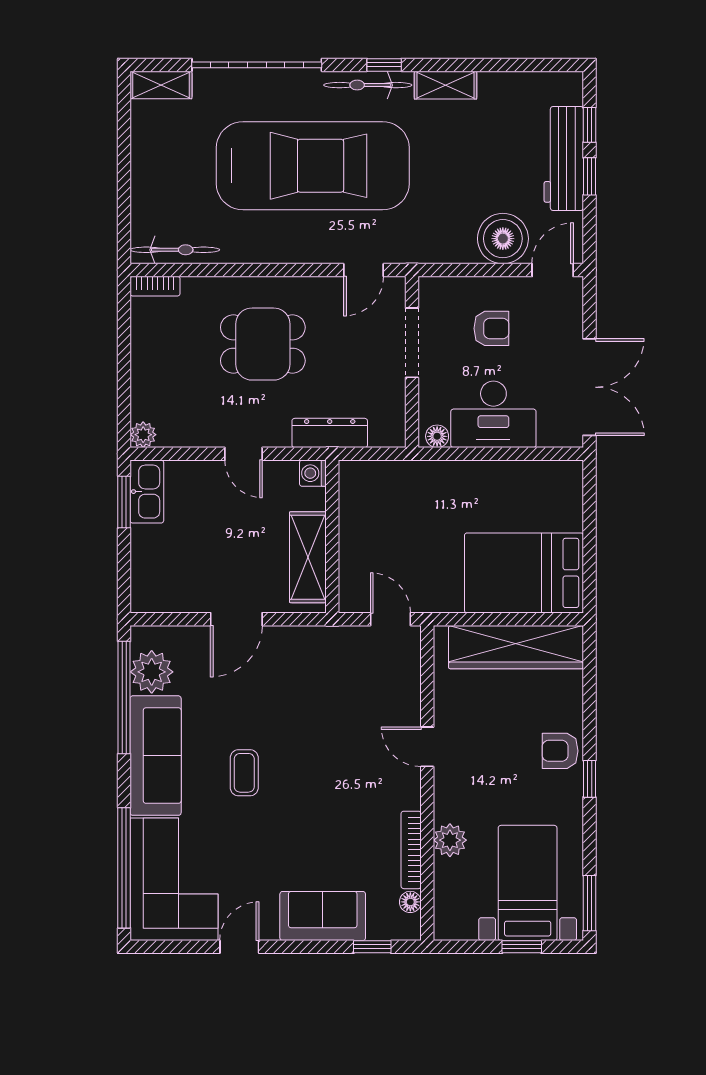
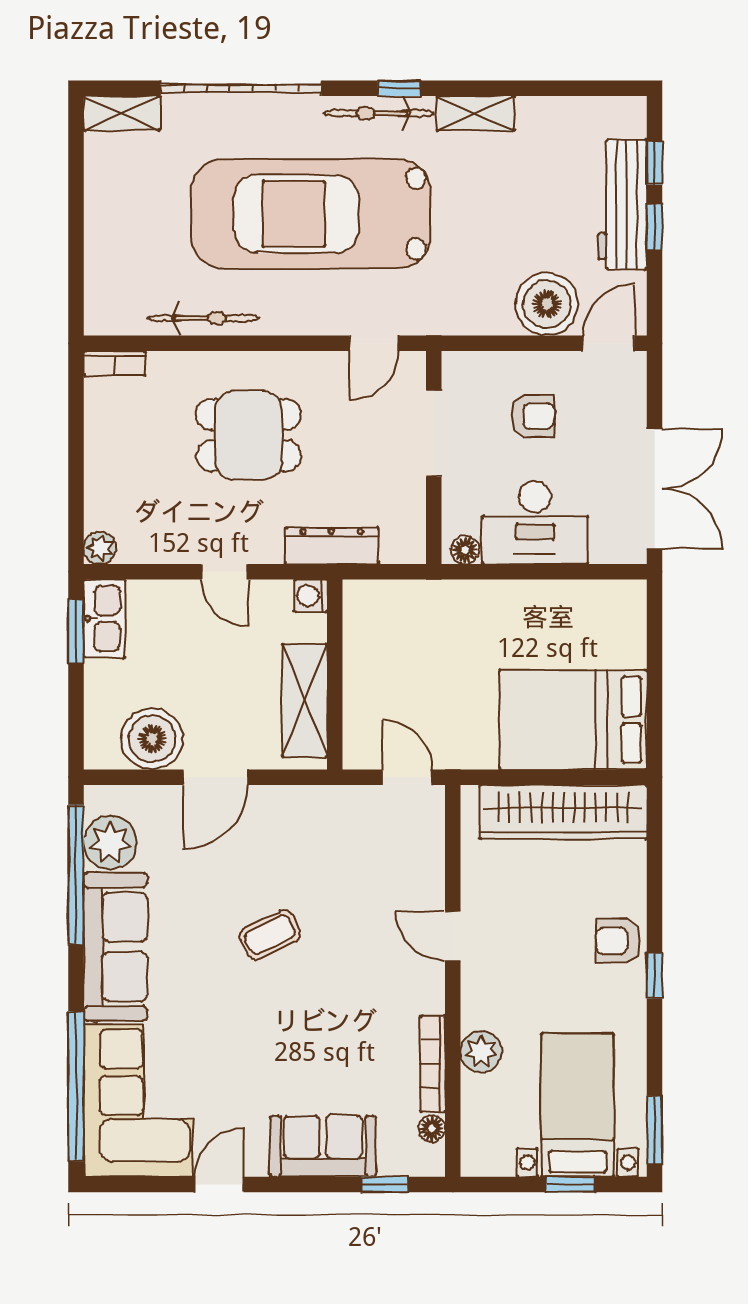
car: (313, 166) -> (311, 214), turned 180
bicycle: (175, 250) -> (203, 318), moved
boiler: (185, 588) -> (152, 739), added
coffee table: (244, 773) -> (270, 935), moved, turned 64

